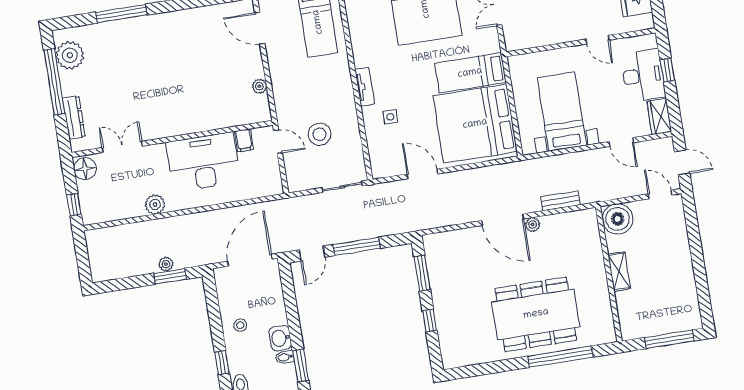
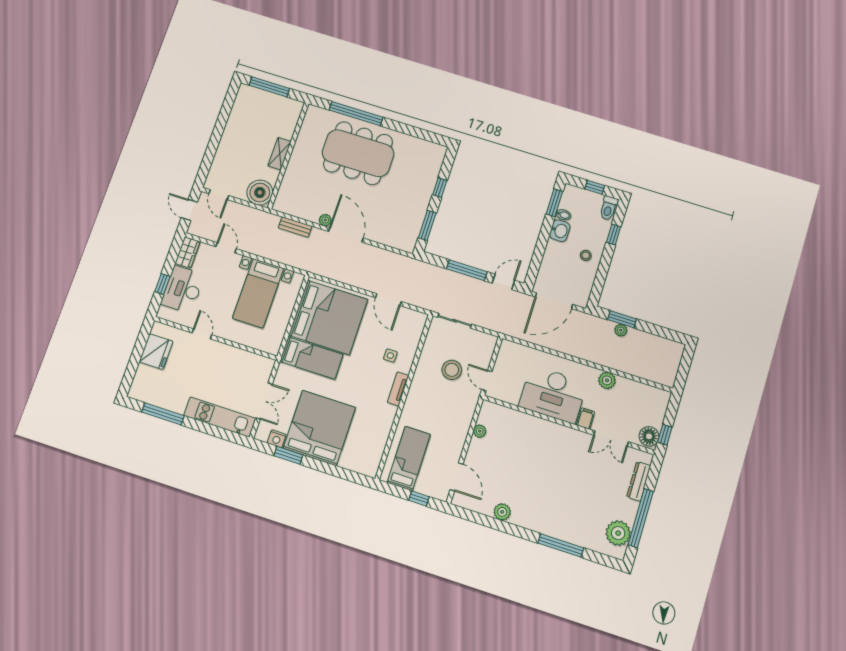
plant: (196, 17) -> (502, 512), added
filing cabinet: (244, 140) -> (586, 419), moved
window: (74, 205) -> (665, 435), moved

